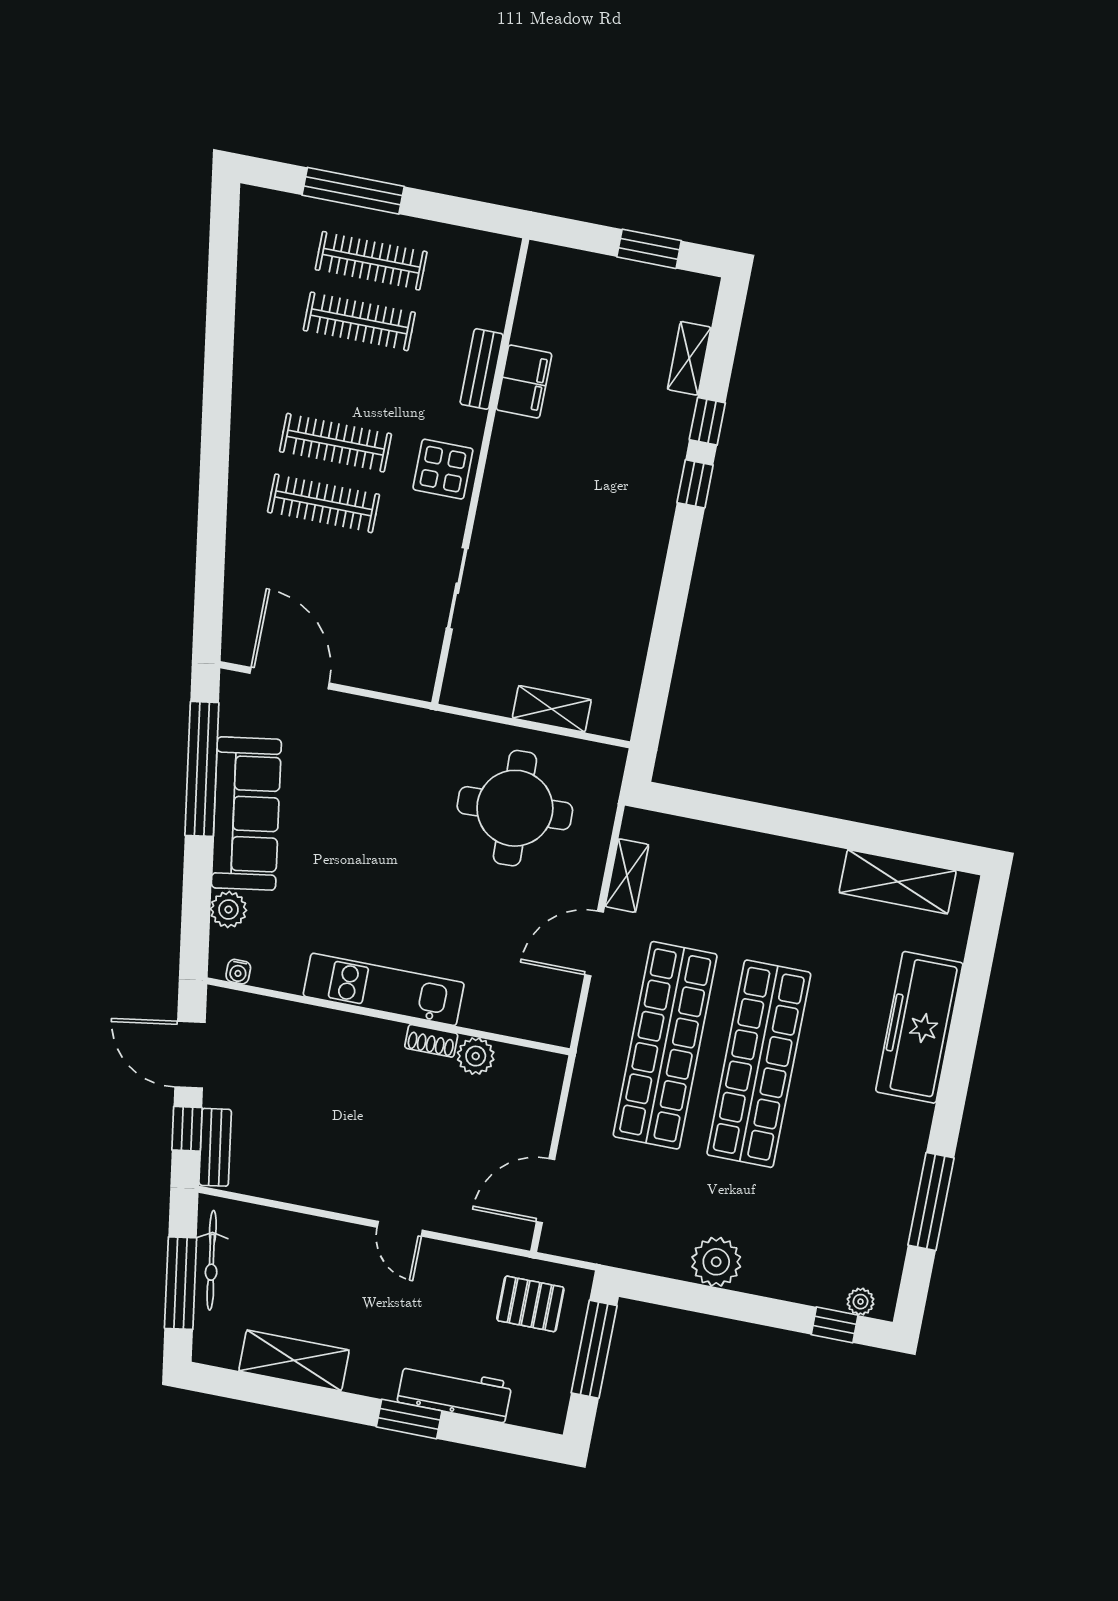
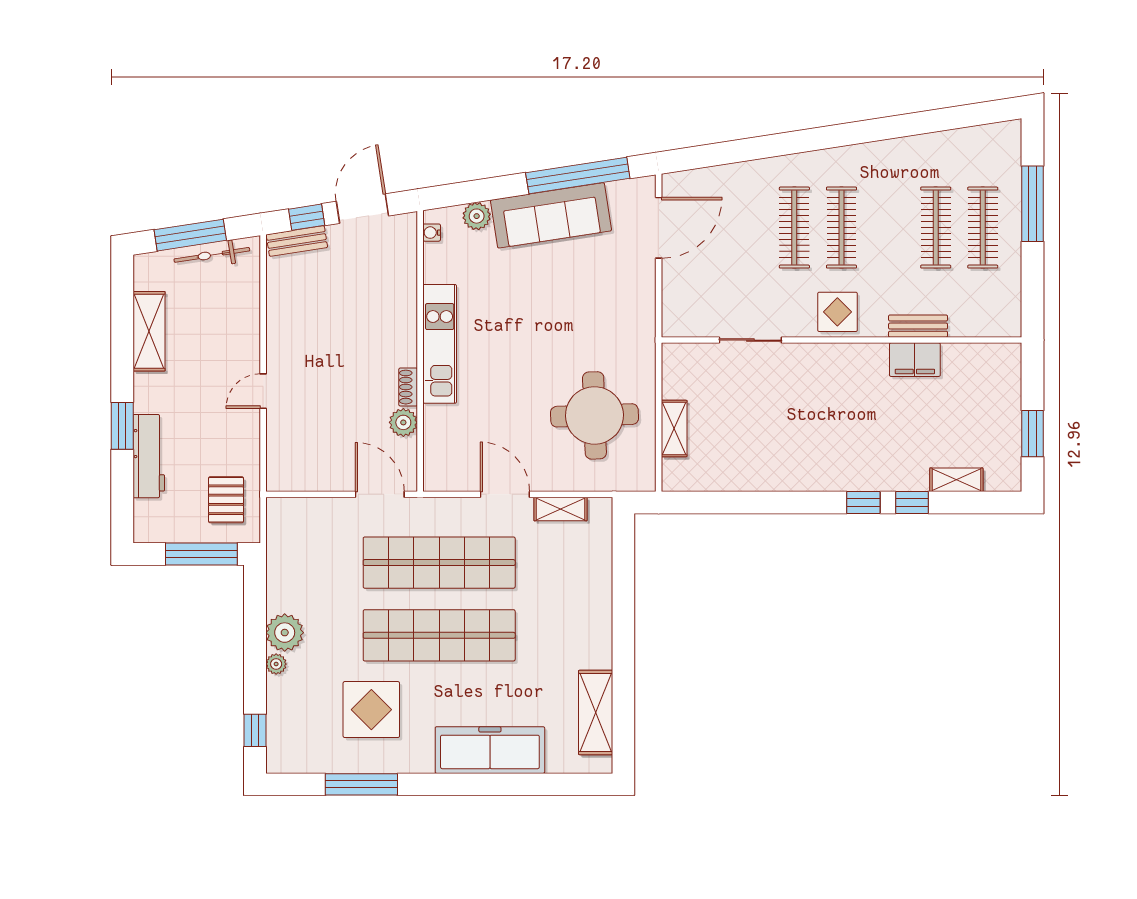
display table: (837, 1170) -> (371, 710), added
door: (546, 1191) -> (380, 494), moved
plant: (860, 1302) -> (276, 664), moved

